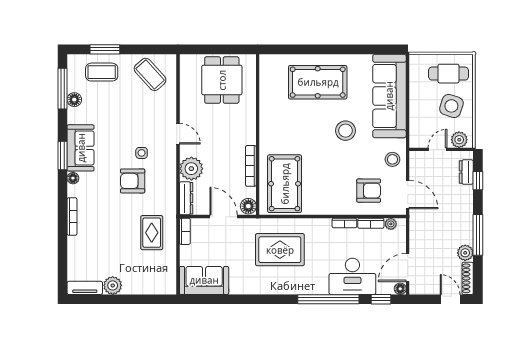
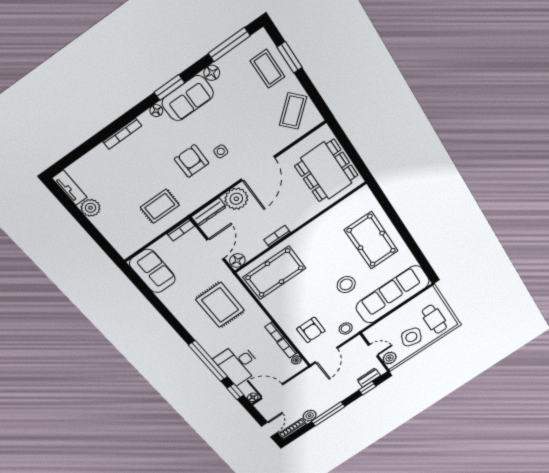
dining table: (222, 80) -> (326, 171), width x1.38
floor lamp: (74, 100) -> (212, 73), moved
door: (178, 134) -> (258, 168), width x1.87
bookcase: (251, 166) -> (277, 236), width x0.64

